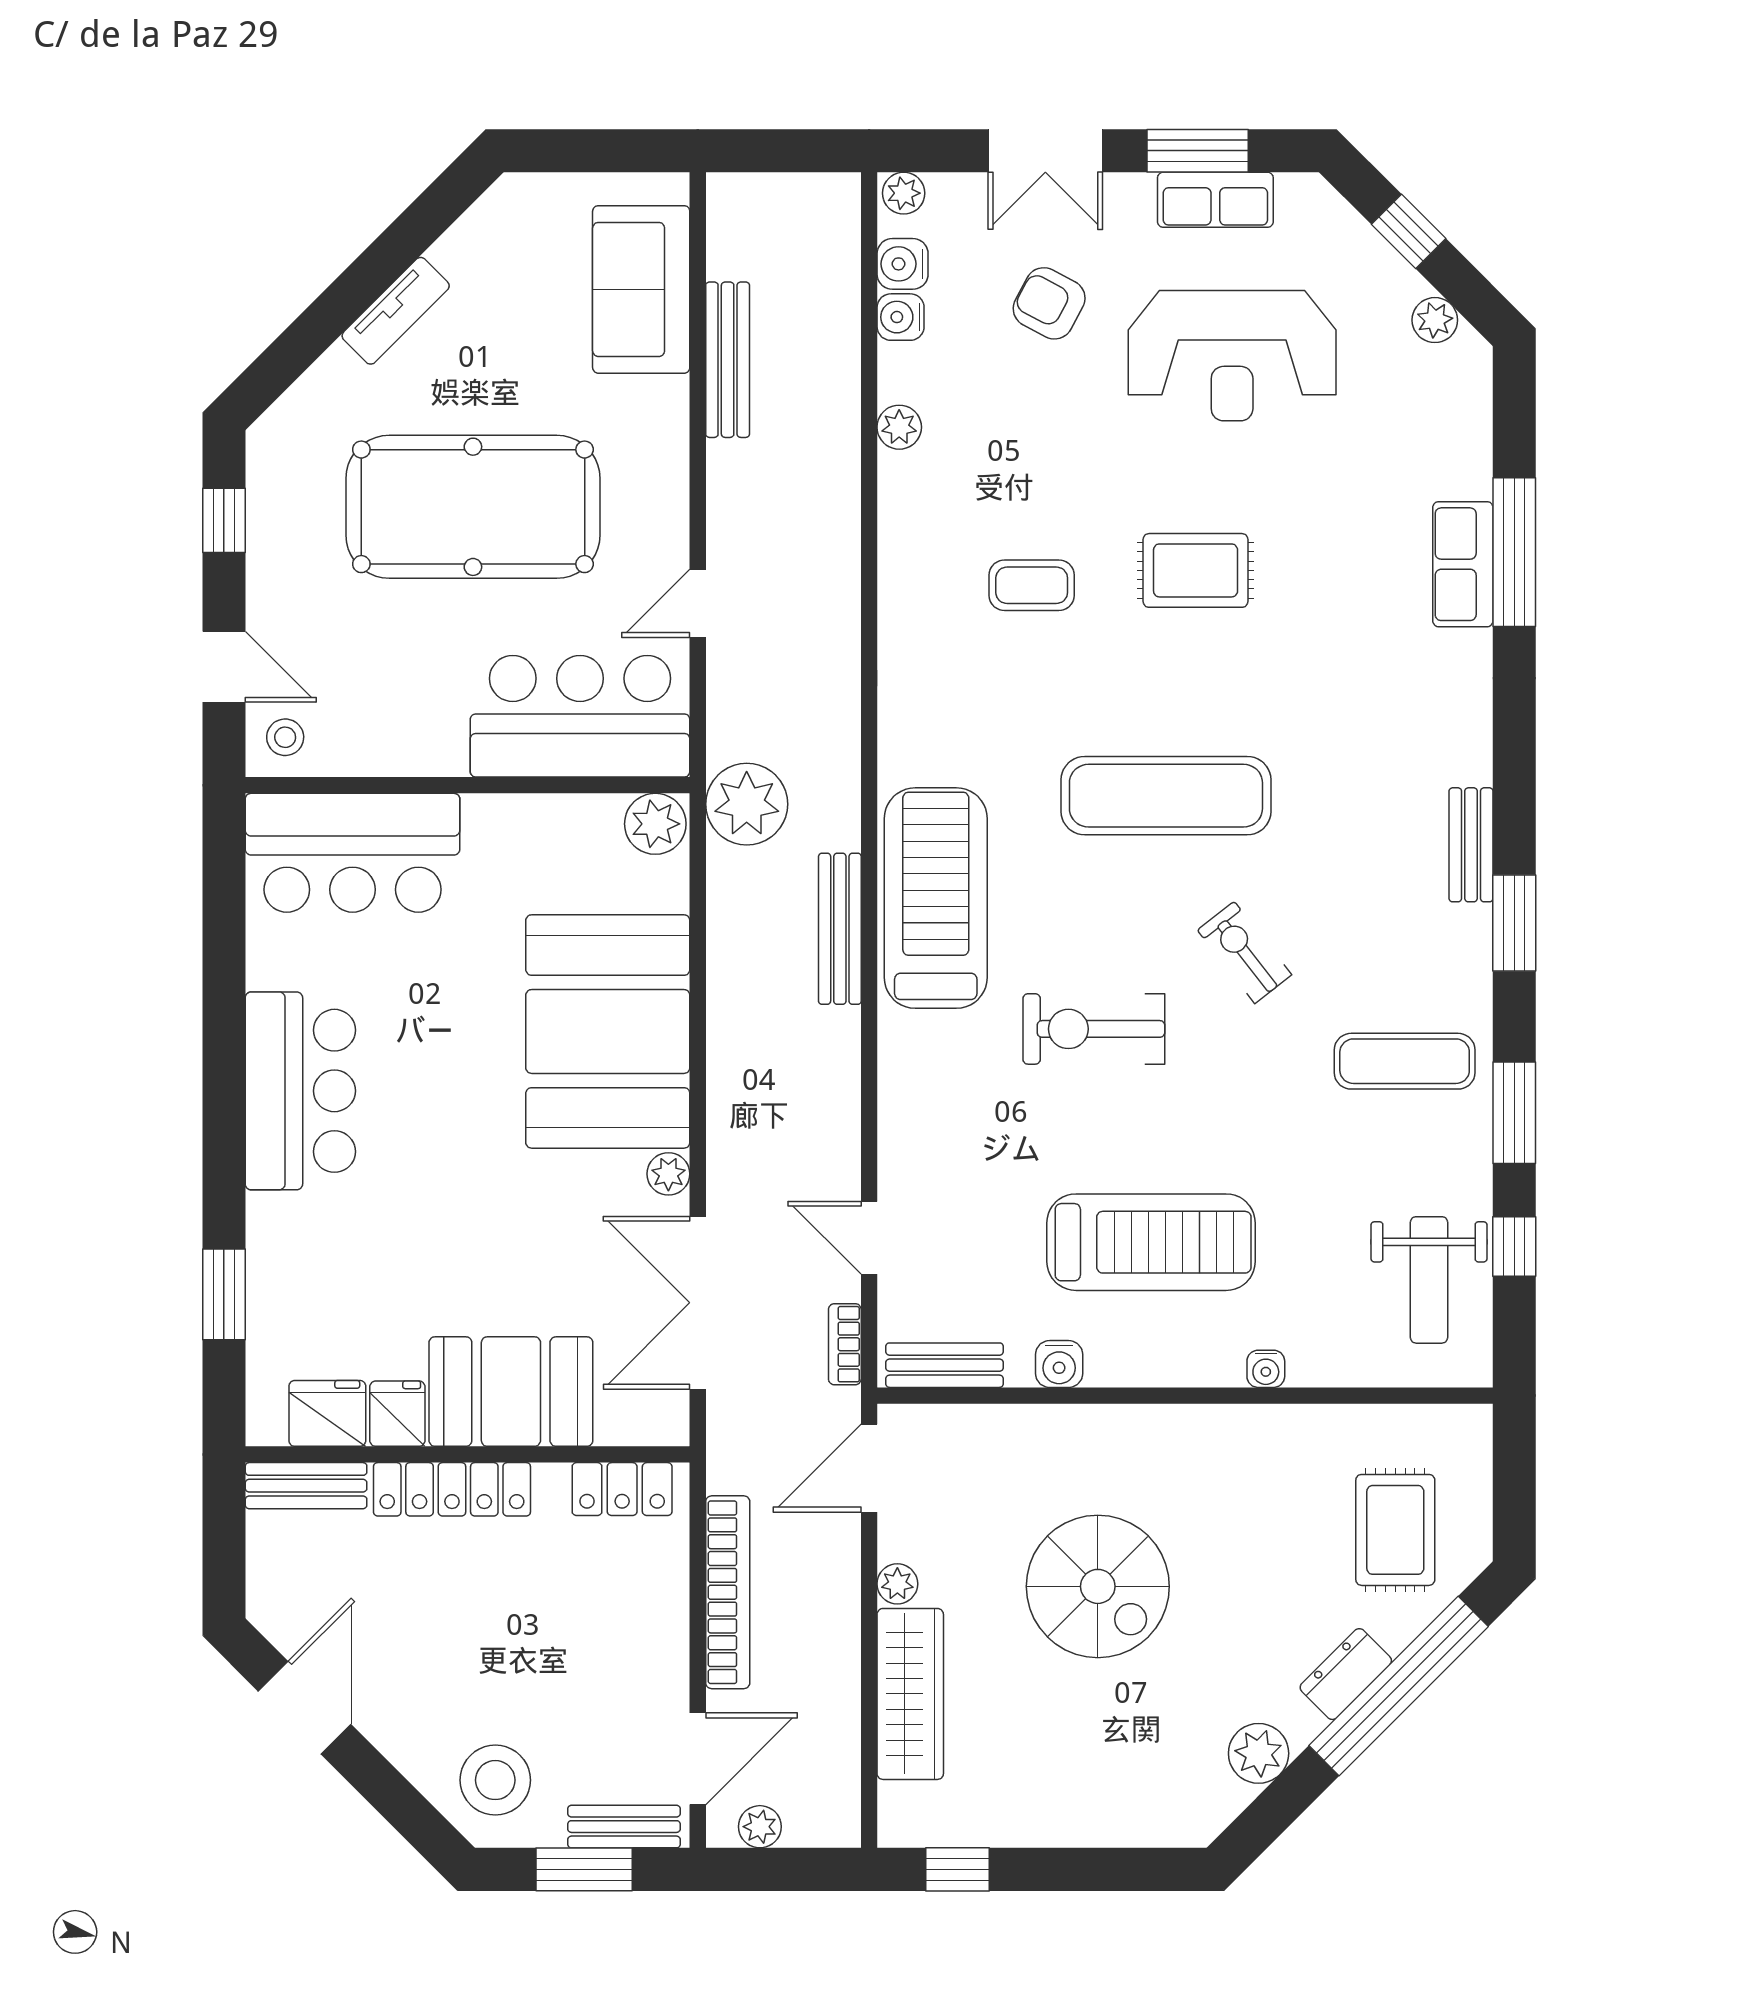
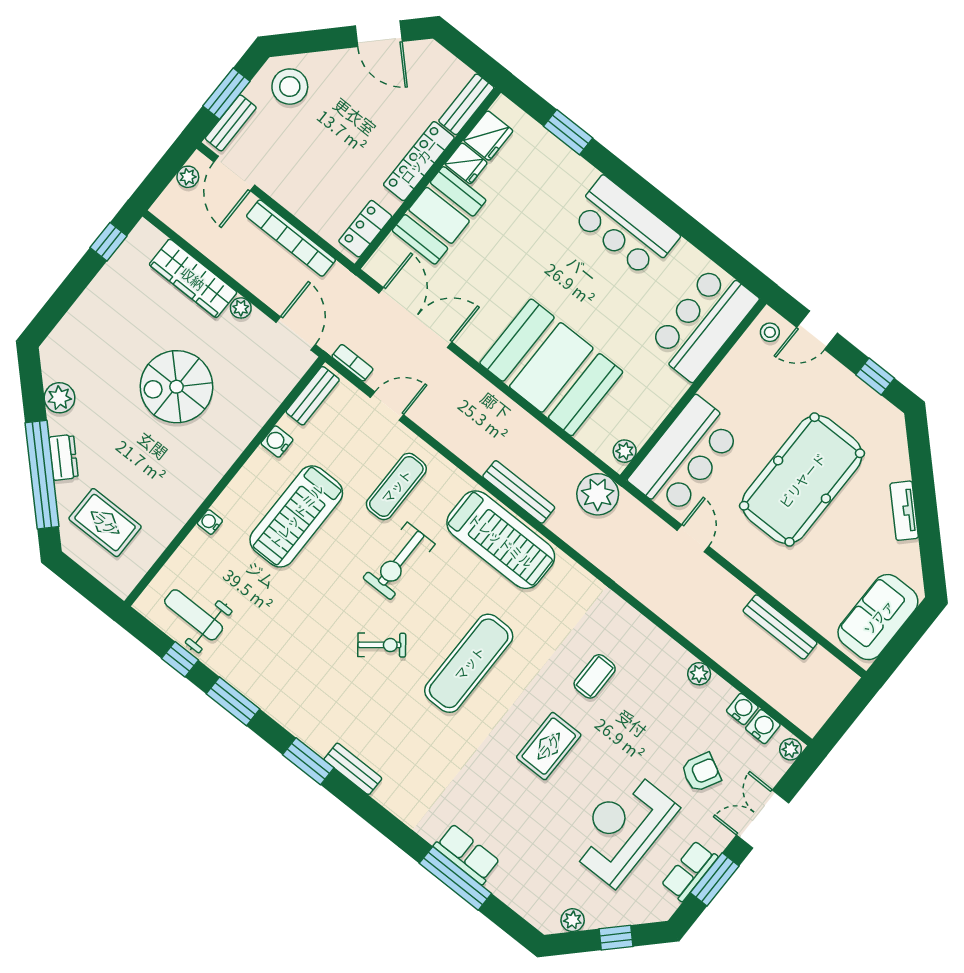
sofa: (641, 289) -> (878, 617), moved, turned -90
plant: (655, 824) -> (625, 451), width x0.73, depth x0.73
exercise bike: (1094, 1029) -> (399, 561), turned 180
exercise mat: (1405, 1061) -> (396, 486), moved
plant: (668, 1174) -> (476, 347), removed

